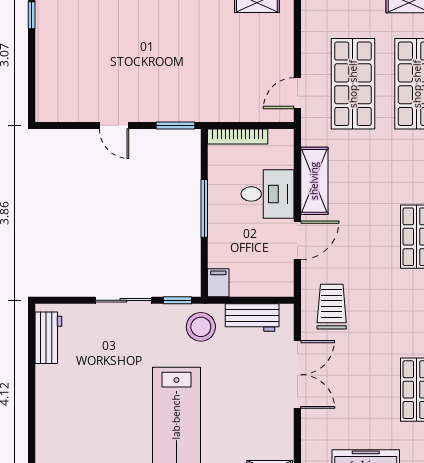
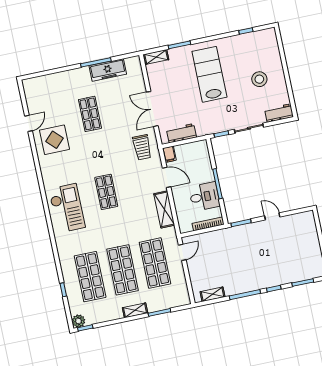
desk: (268, 194) -> (204, 197), moved, turned 180
door: (297, 240) -> (167, 177), swing flipped
filing cabinet: (218, 283) -> (169, 154), moved
stool: (201, 327) -> (259, 79), moved
workbench: (48, 338) -> (279, 113), moved, turned 90

